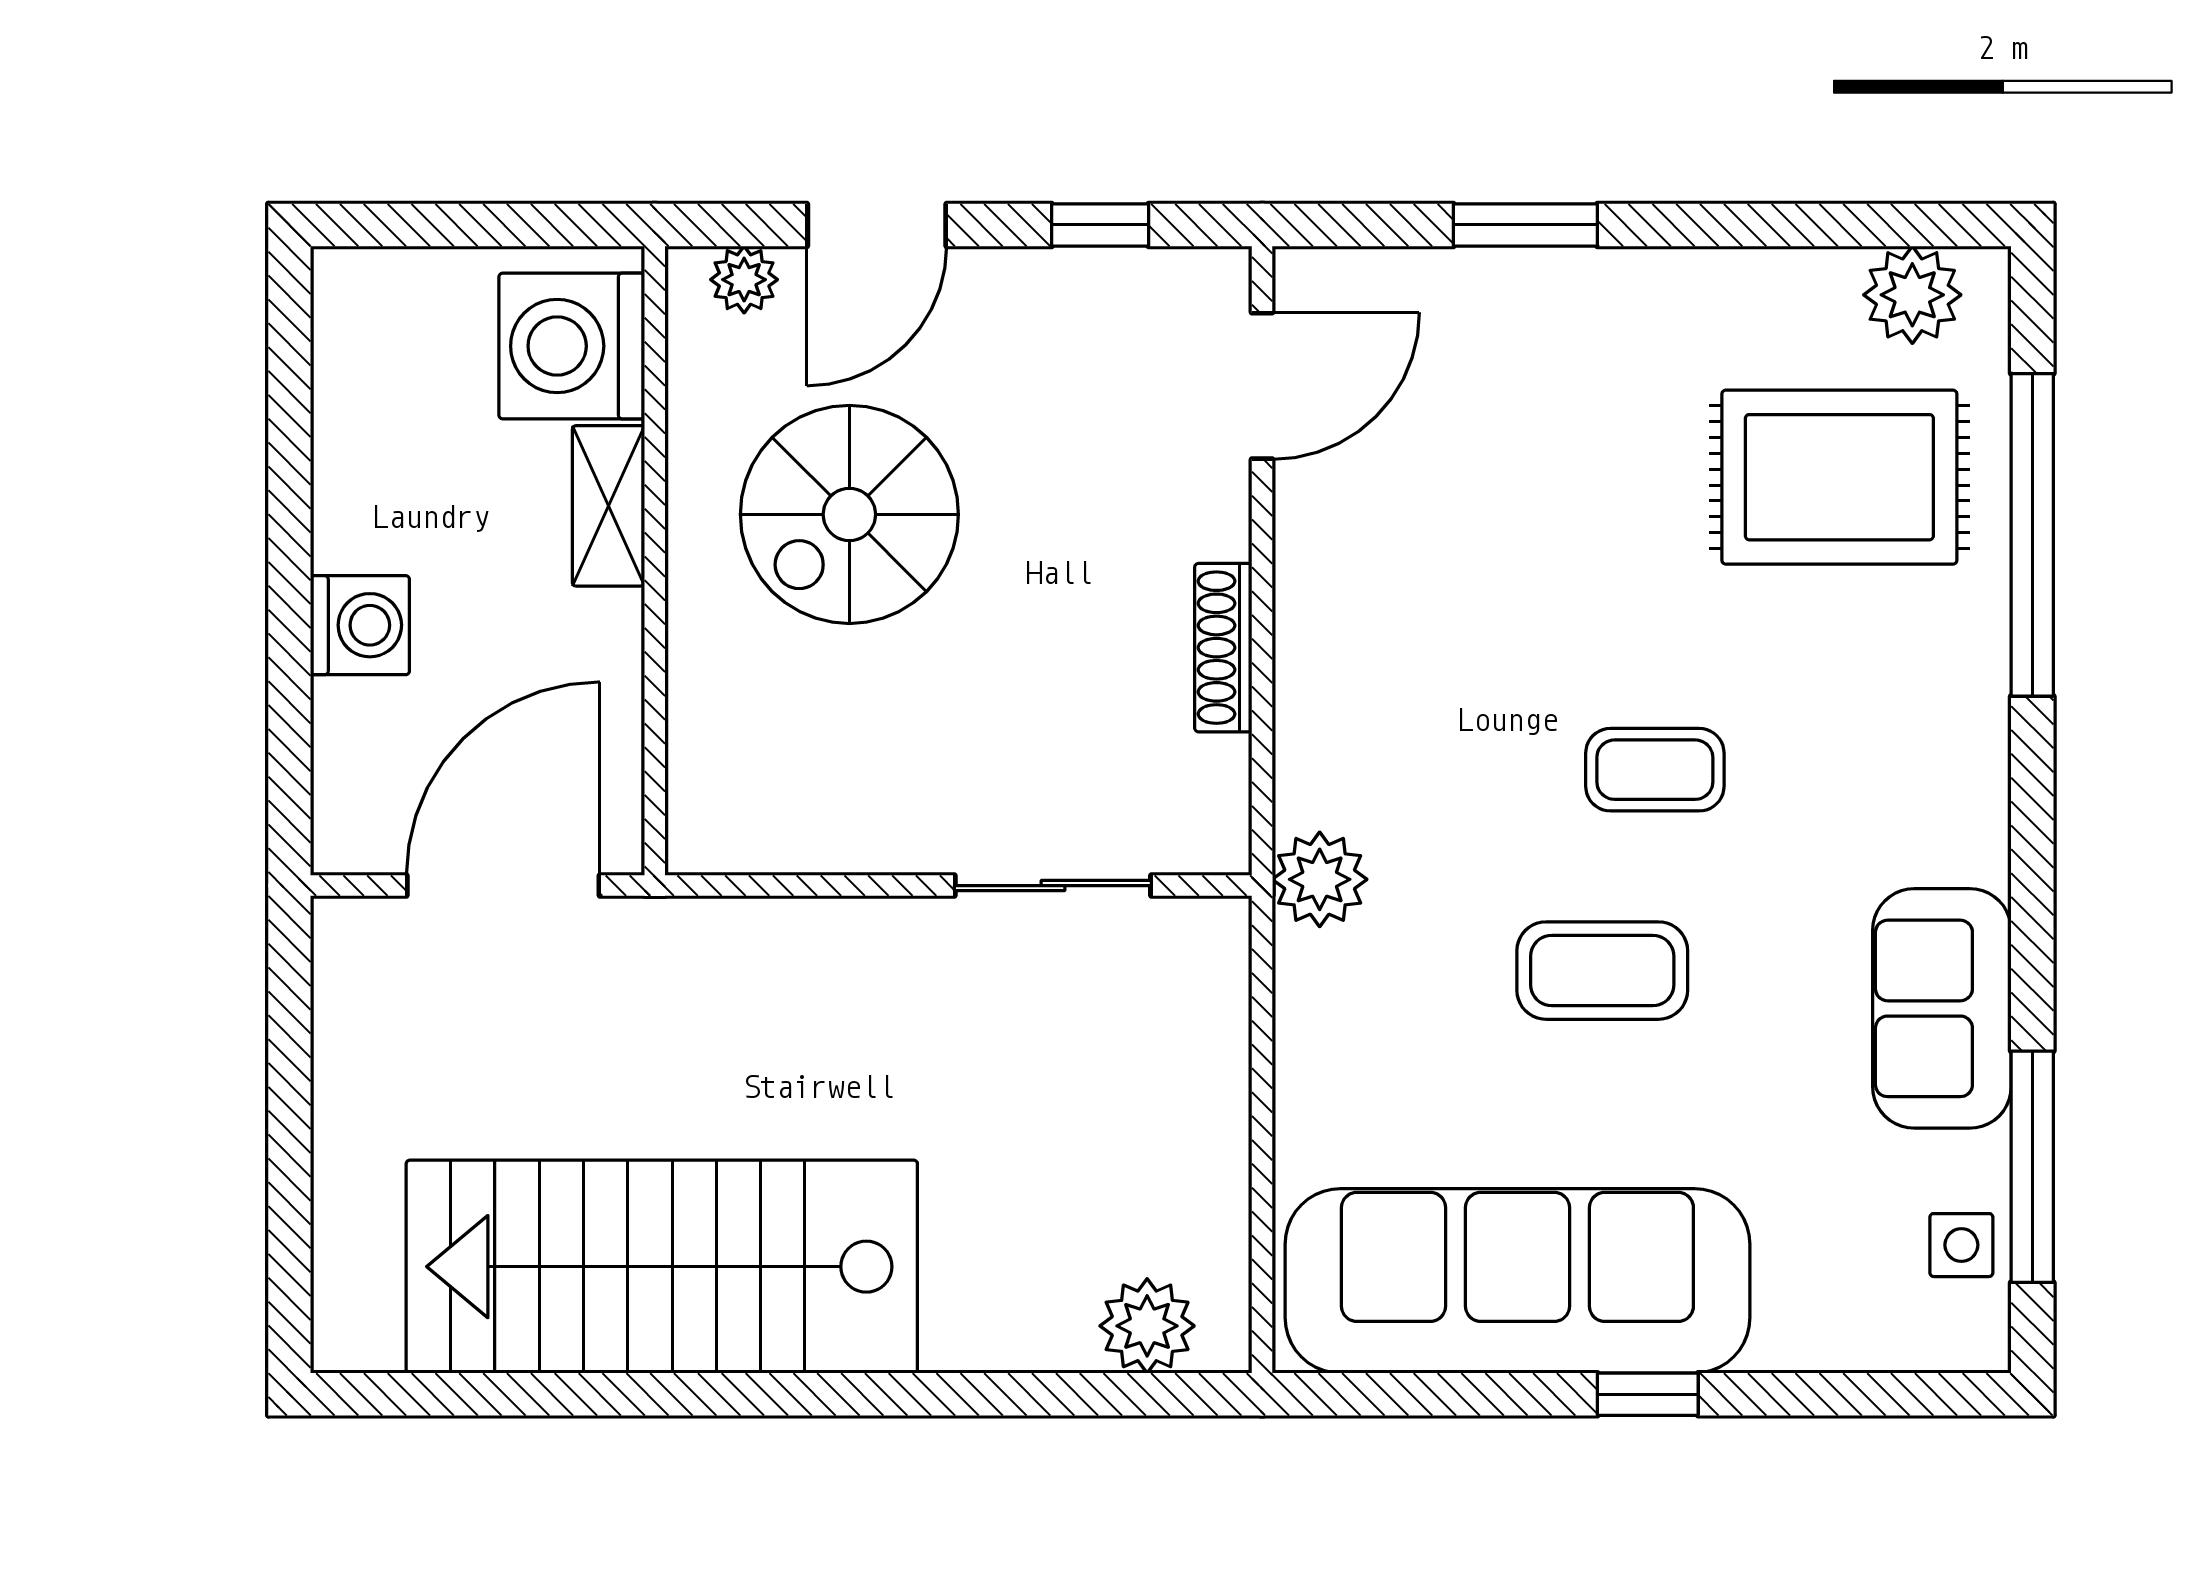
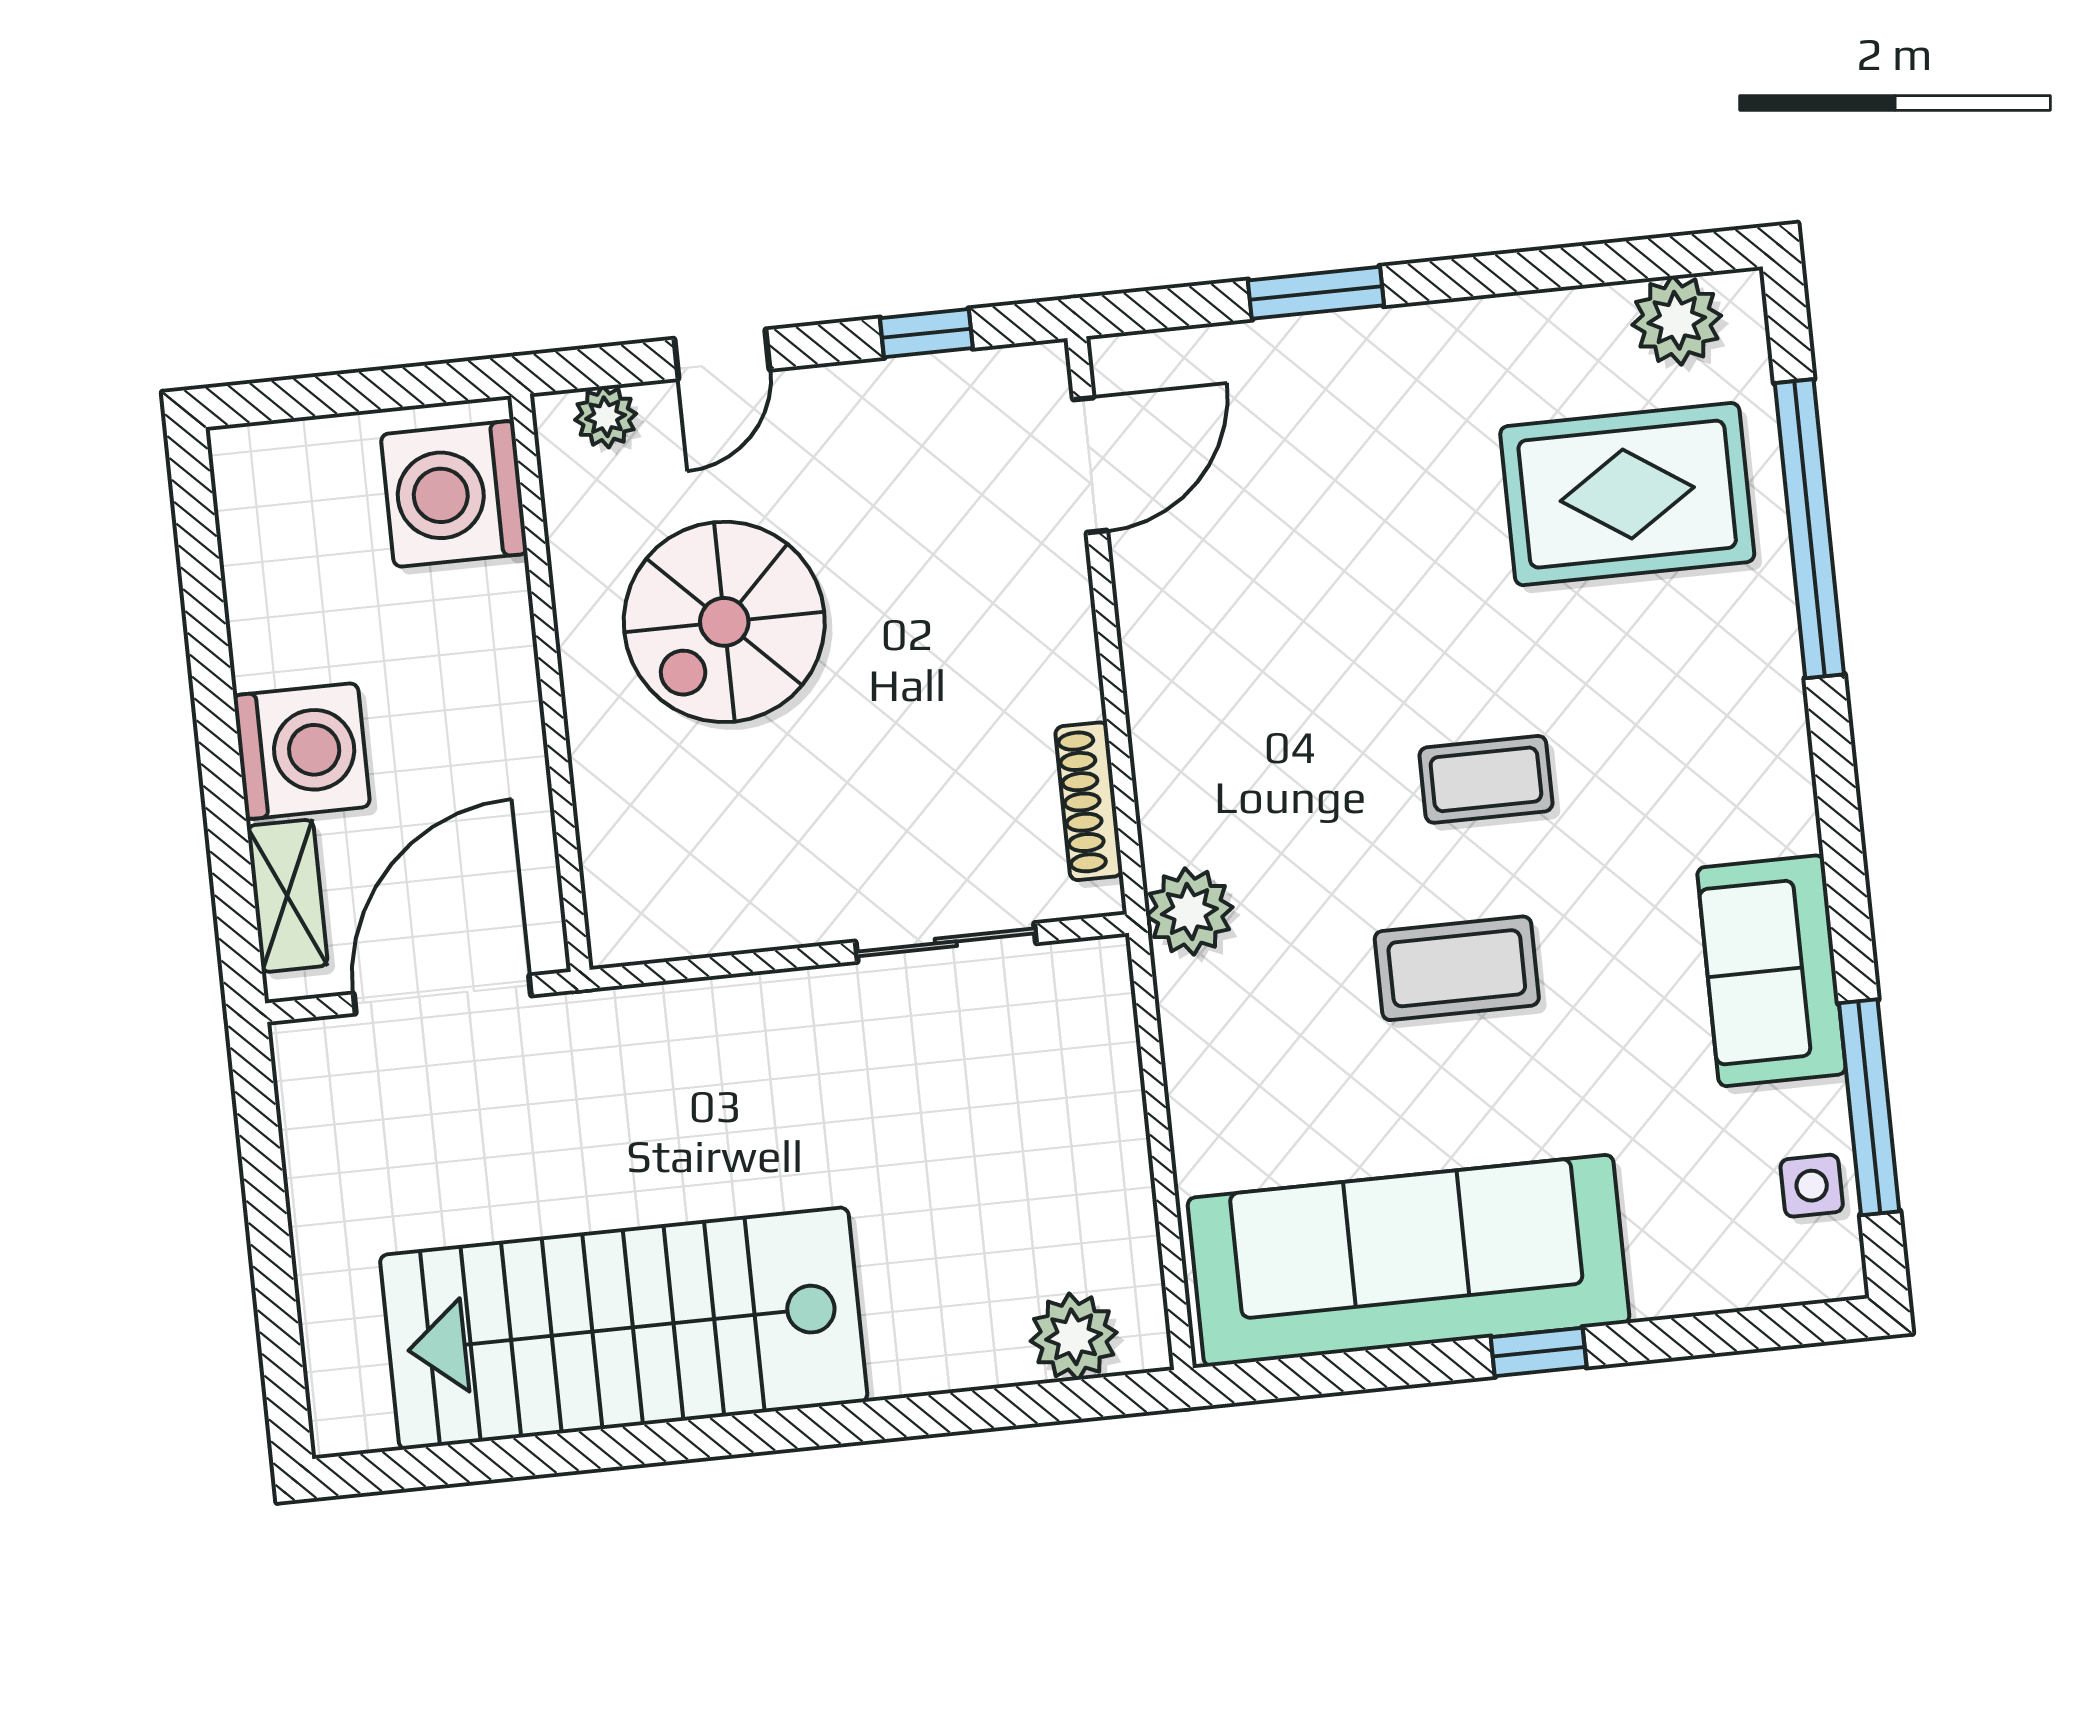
door: (877, 225) -> (722, 354), width x0.73
shelving: (608, 506) -> (287, 896), moved
washing machine: (360, 625) -> (302, 751), width x1.37, depth x1.37
shoe rack: (1223, 648) -> (1089, 801), moved

